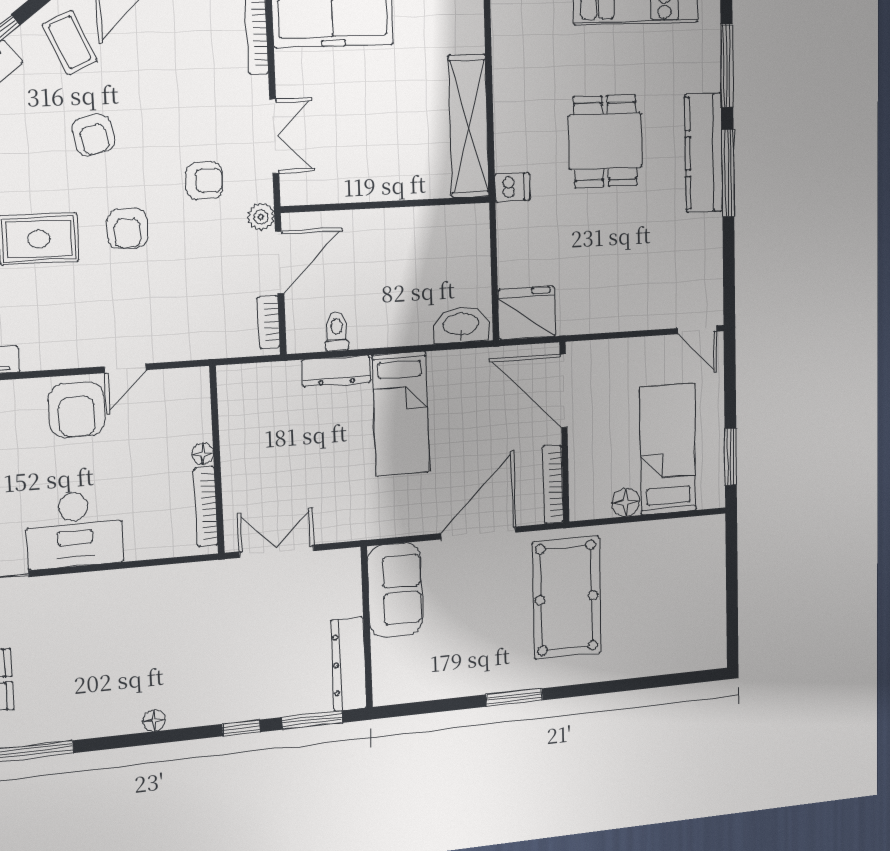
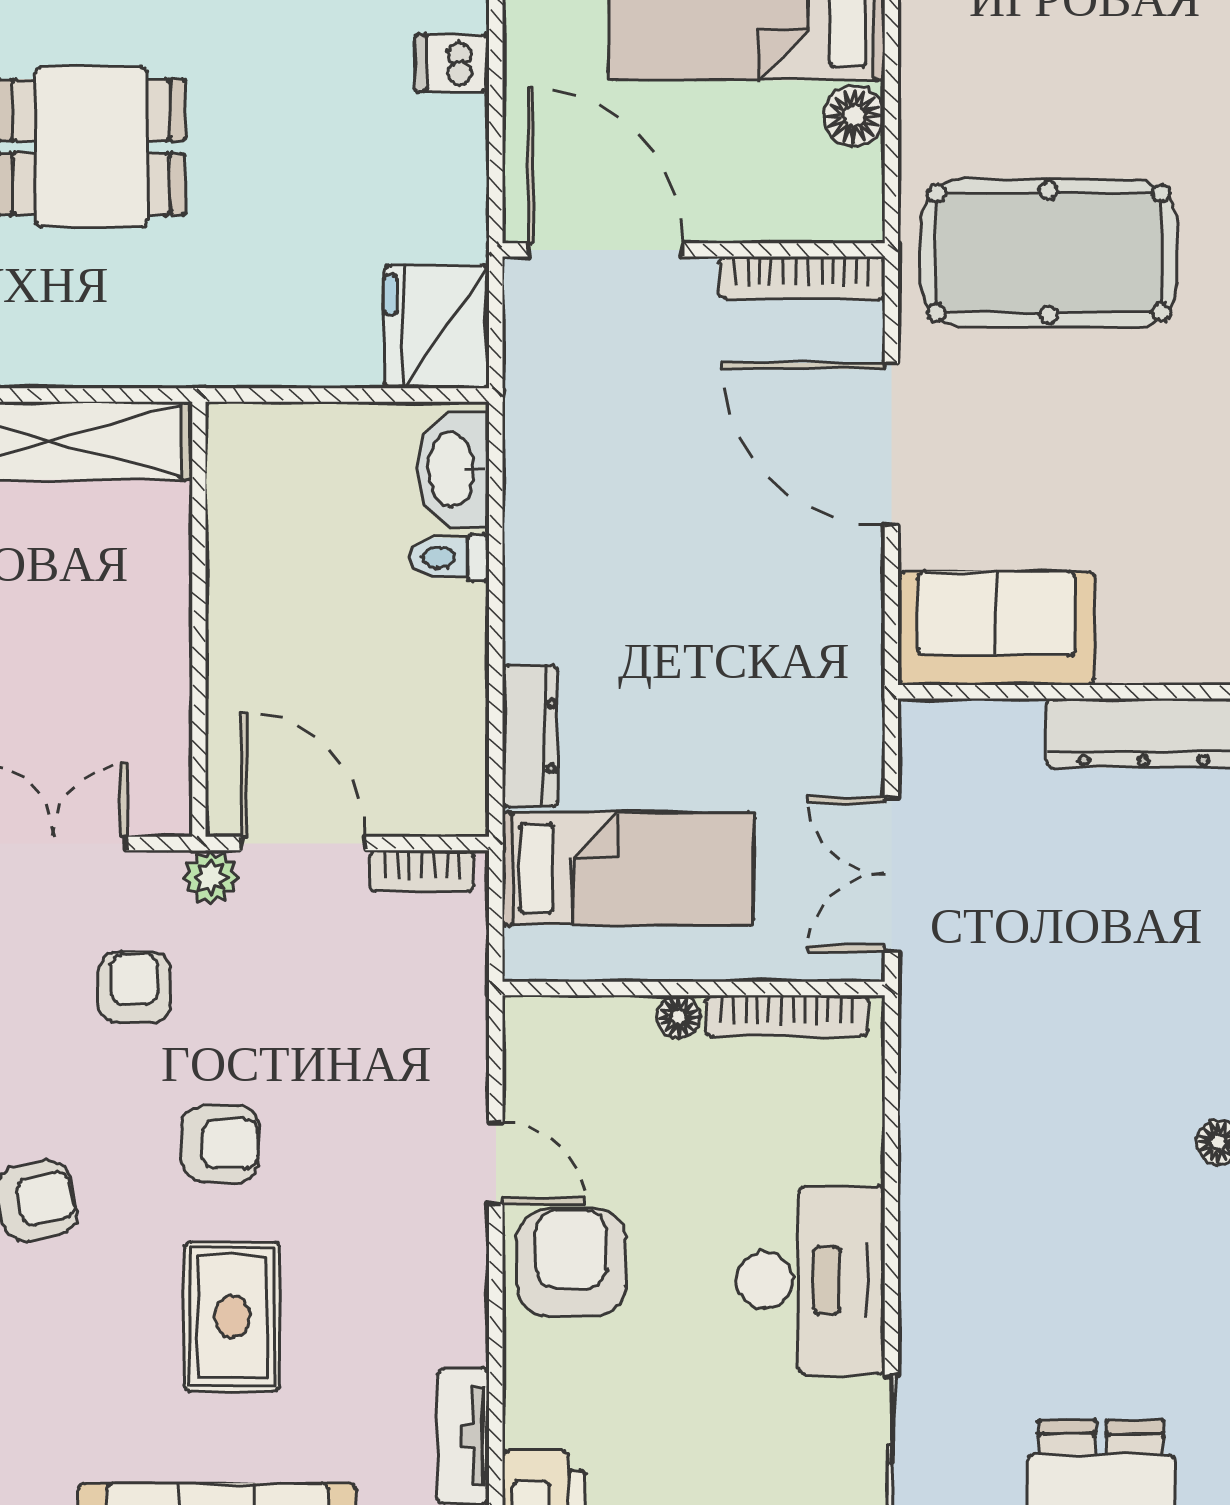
dishwasher: (512, 187) -> (452, 63), moved, turned -90
toilet: (337, 332) -> (450, 558), moved
door: (564, 391) -> (605, 250), swing flipped
armchair: (77, 410) -> (572, 1263), turned -90
bed: (401, 414) -> (628, 869), moved

